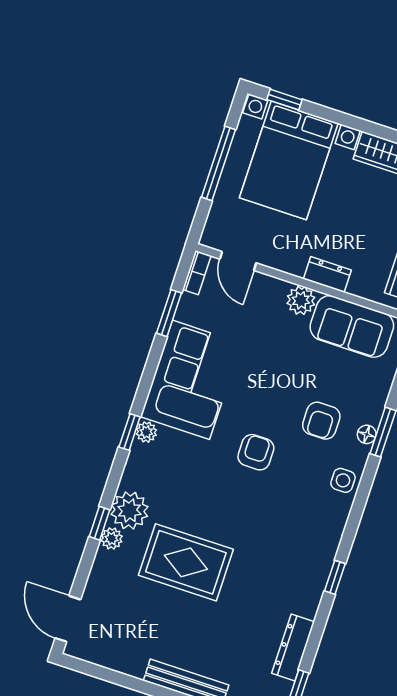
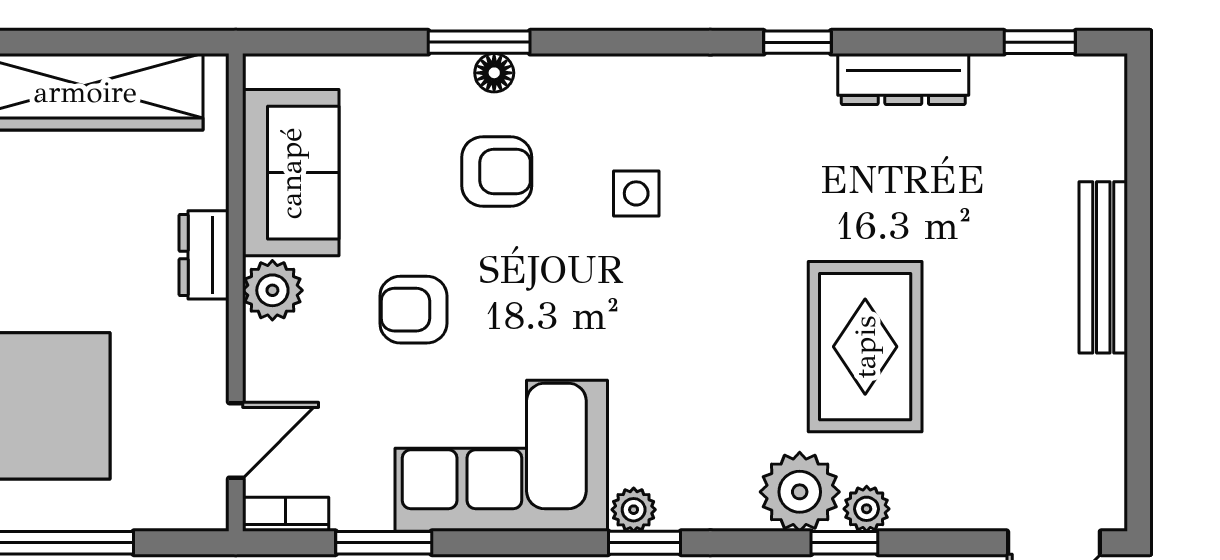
armchair: (256, 452) -> (413, 310), moved
side table: (343, 480) -> (636, 193), moved
dresser: (293, 647) -> (903, 79), moved

